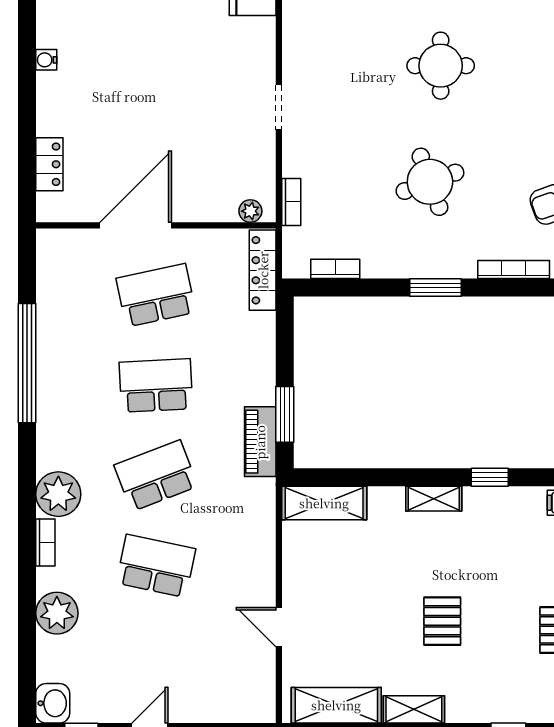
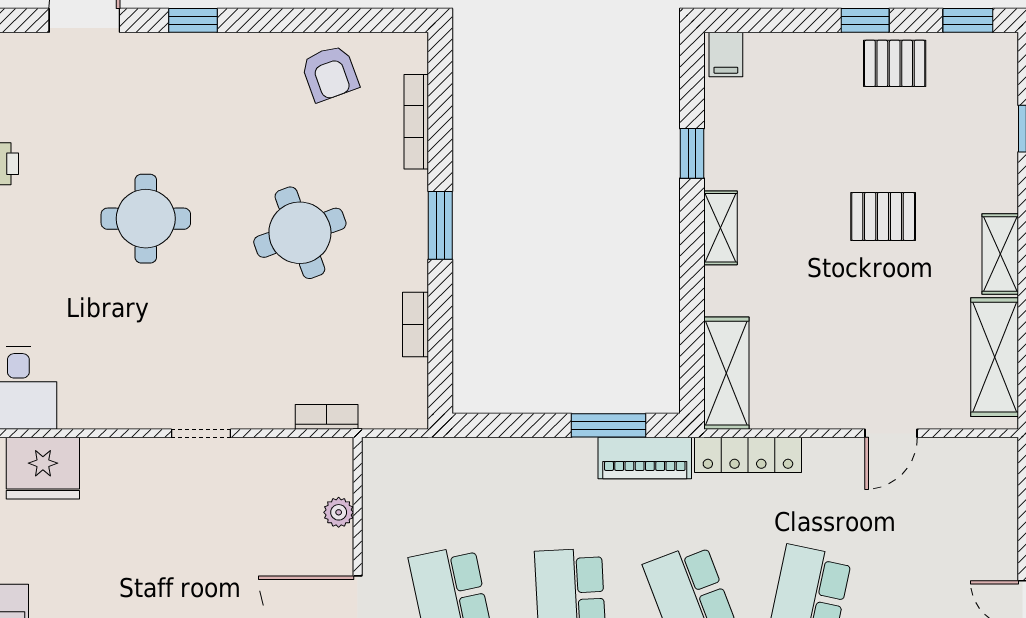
plant: (250, 211) -> (339, 512), moved
bookcase: (335, 269) -> (416, 325), moved
locker: (263, 270) -> (748, 455), moved

